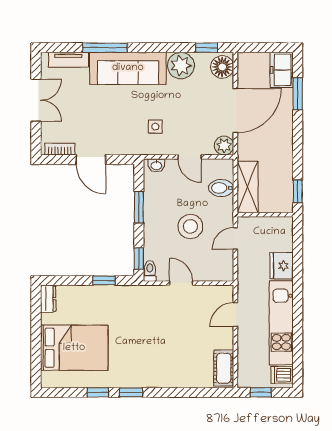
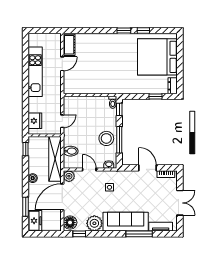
double door: (36, 100) -> (180, 203), swing flipped
boiler: (285, 142) -> (33, 178), added
shelving: (248, 187) -> (55, 159), width x1.47
window: (139, 207) -> (119, 140), width x1.44
stool: (190, 226) -> (106, 138), moved
fridge: (282, 266) -> (35, 121), moved
window: (104, 280) -> (155, 97), moved
door: (181, 283) -> (94, 95), removed
door: (235, 315) -> (62, 64), moved
bed: (74, 348) -> (157, 57), width x1.36
dishwasher: (282, 375) -> (35, 41), removed
window: (261, 392) -> (47, 31), removed

